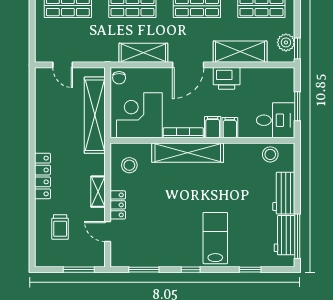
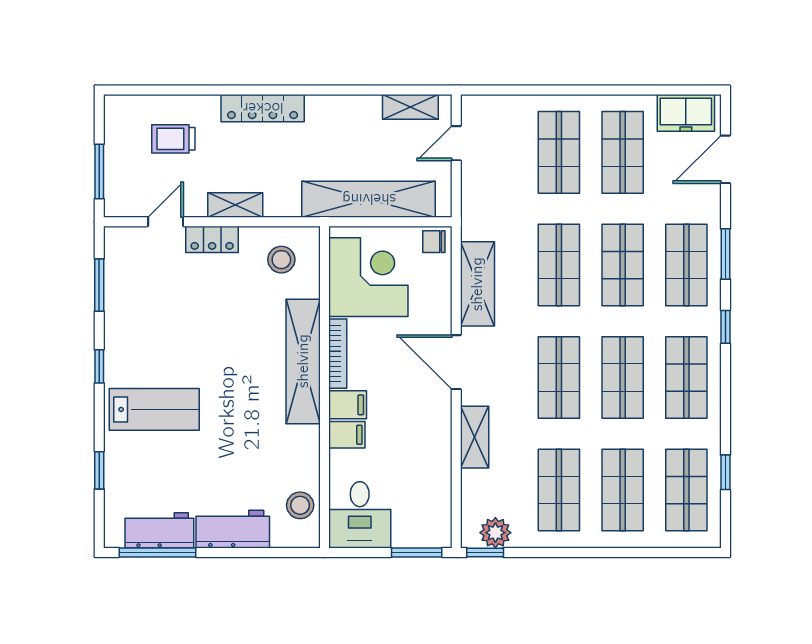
shelving: (240, 52) -> (475, 437), width x0.67, depth x0.75
printer: (227, 78) -> (433, 429), removed
shelving: (42, 91) -> (410, 107), added
window: (297, 106) -> (417, 552), moved

